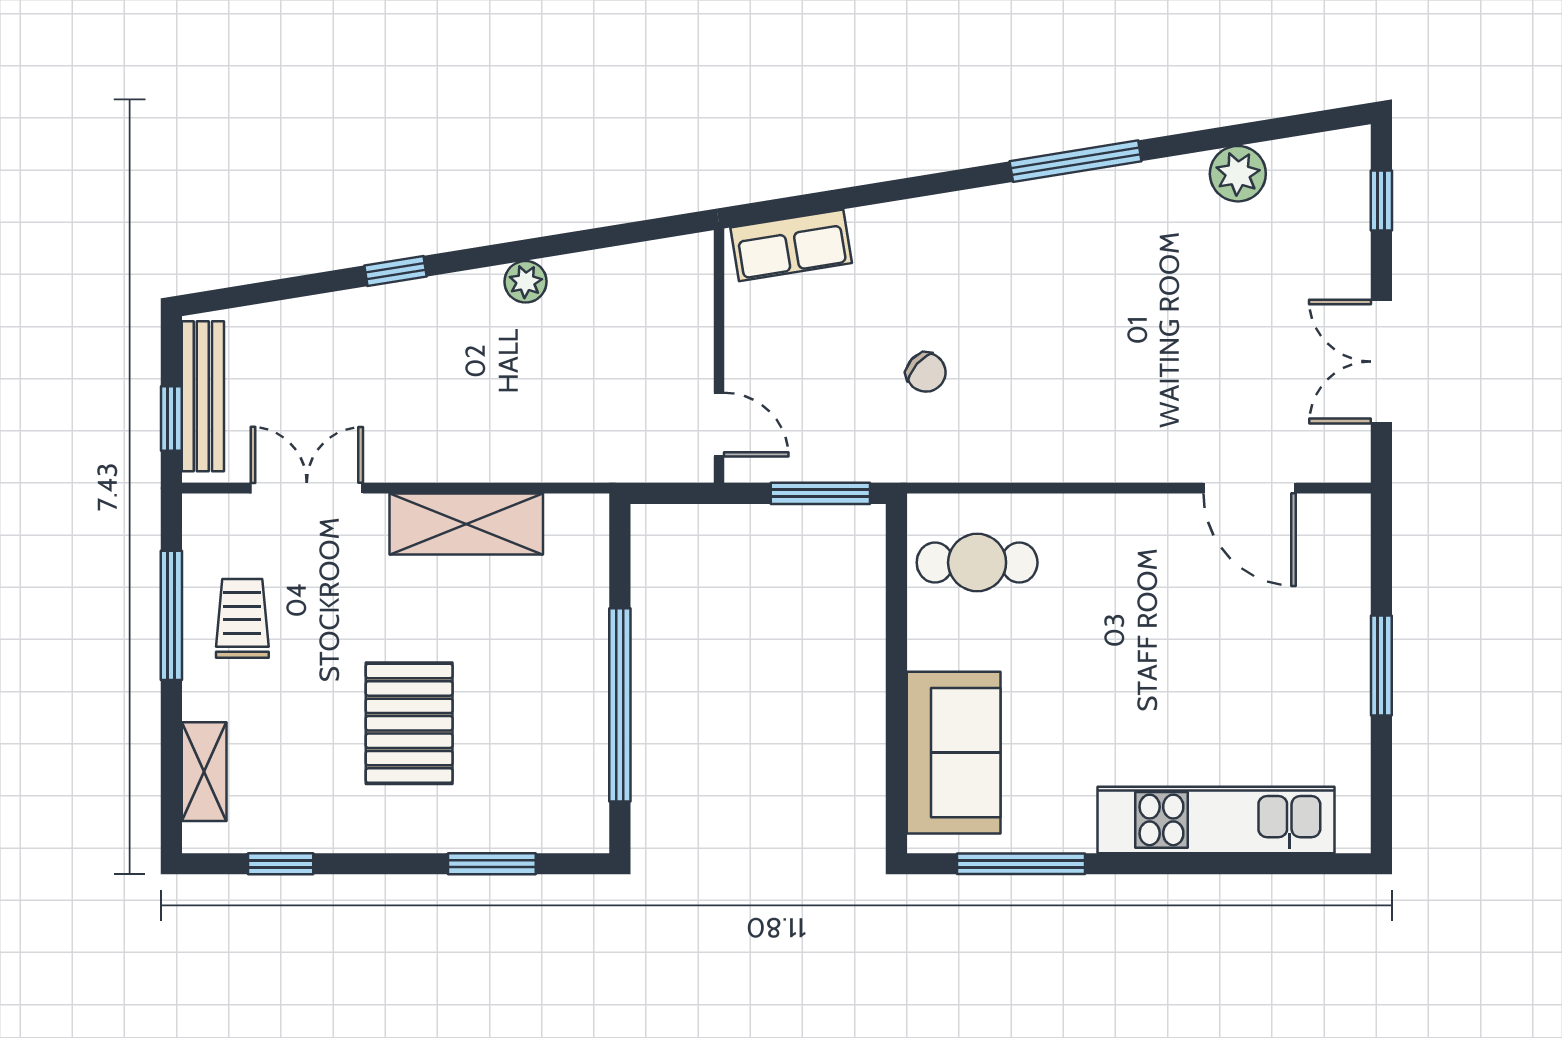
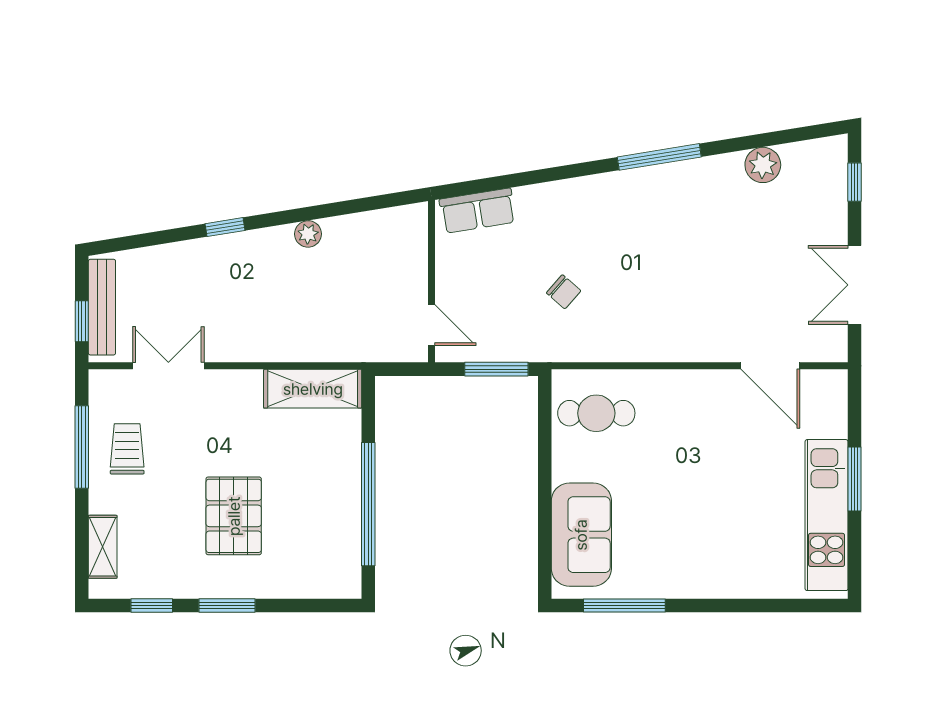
shelving: (466, 524) -> (313, 389), moved
kitchen unit: (1216, 820) -> (827, 515), moved, turned -90
window: (492, 864) -> (227, 606), moved

